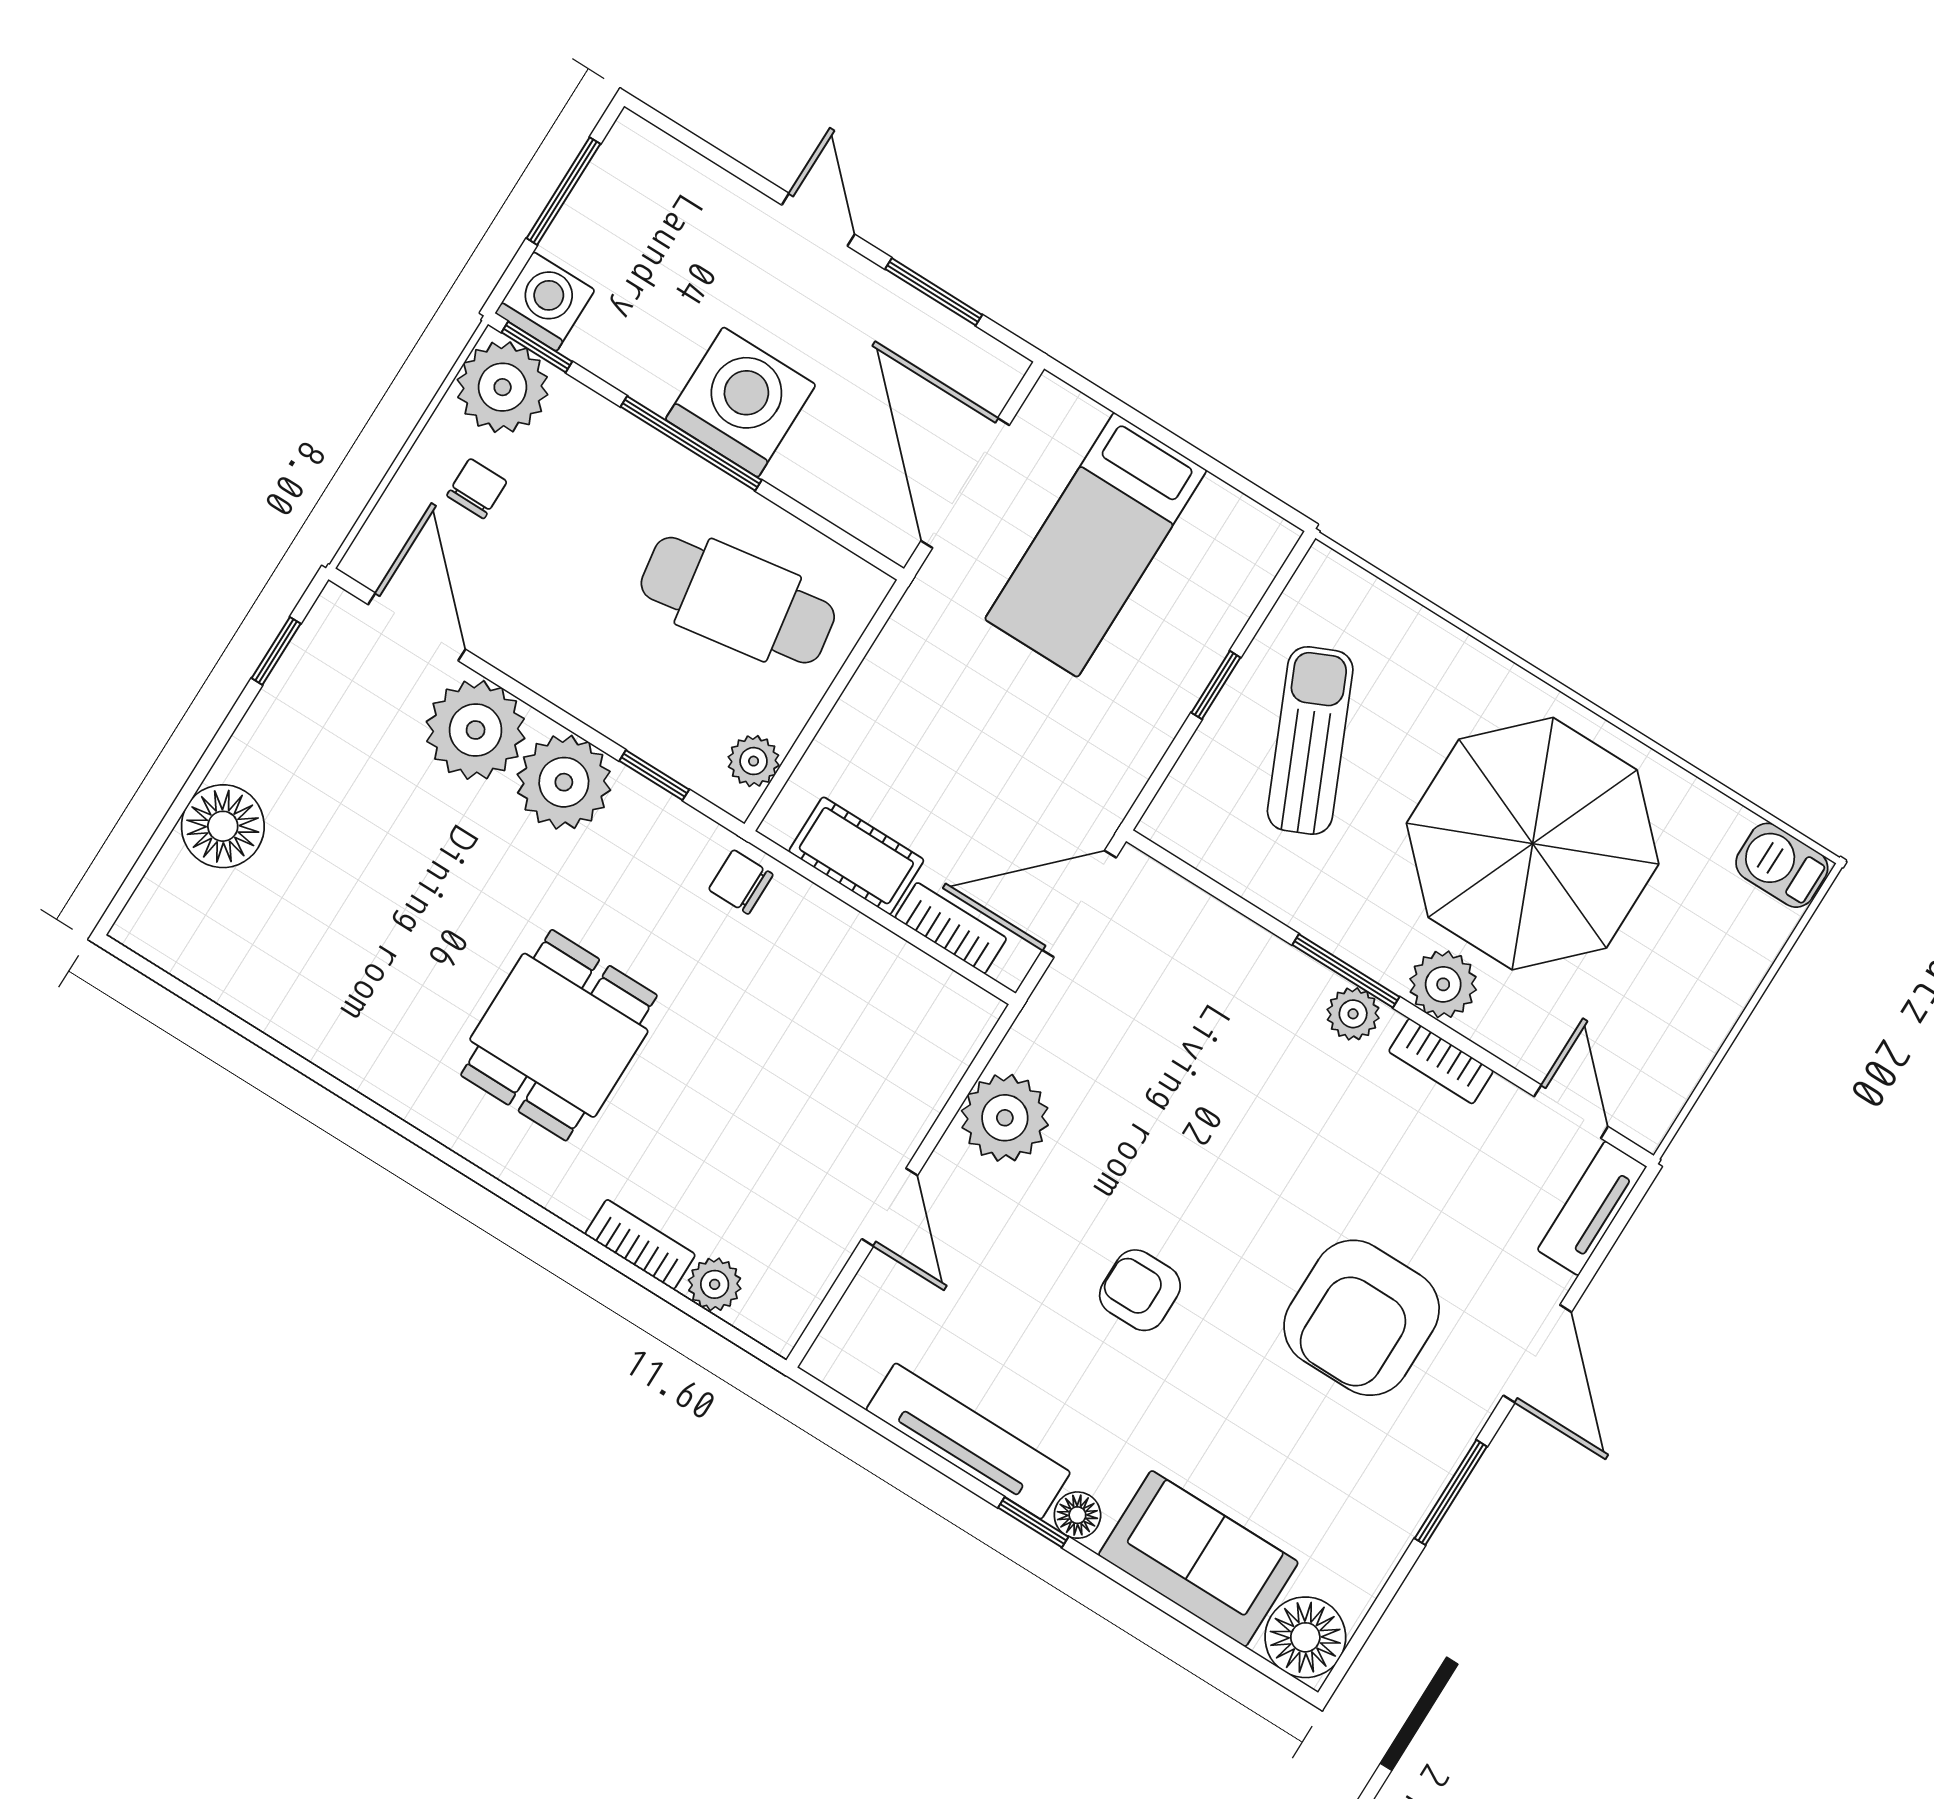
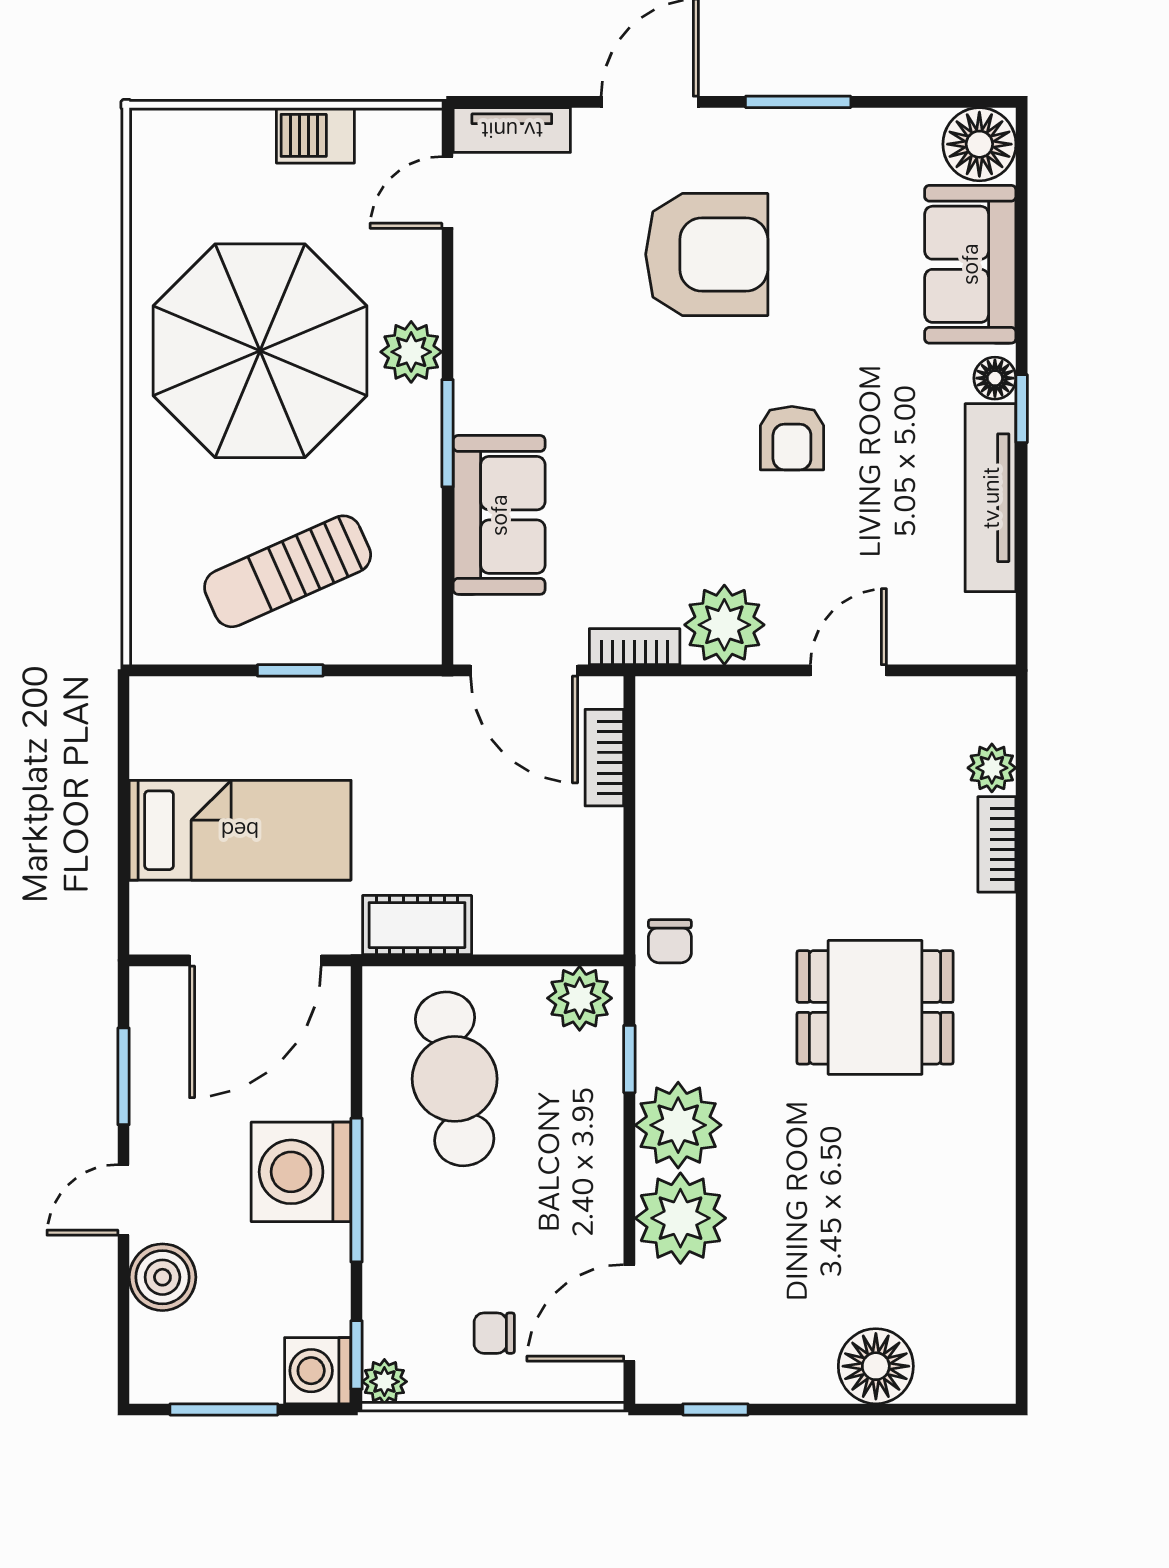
boiler: (723, 211) -> (162, 1277), added
plant: (503, 387) -> (384, 1382), width x0.53, depth x0.53
plant: (754, 761) -> (580, 998), width x1.38, depth x1.38
cot: (856, 856) -> (417, 925), moved, turned 90
barbecue: (1782, 865) -> (315, 135), moved, turned 90
sofa: (1239, 971) -> (499, 515), added
plant: (1353, 1014) -> (477, 407), removed
bookcase: (1441, 1061) -> (635, 647), moved, turned -90

